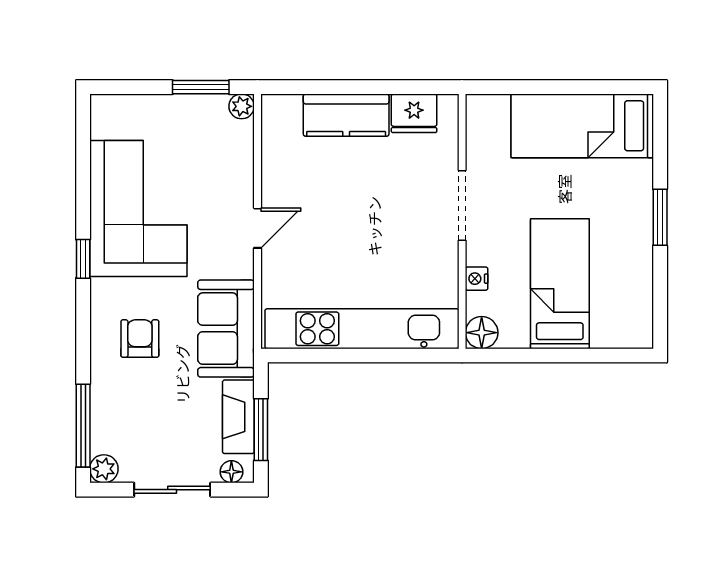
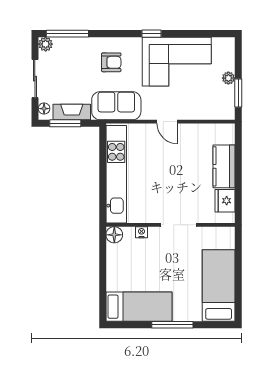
plant: (242, 106) -> (228, 78), moved
window: (660, 217) -> (172, 325), width x1.44
bed: (560, 284) -> (139, 307), moved

